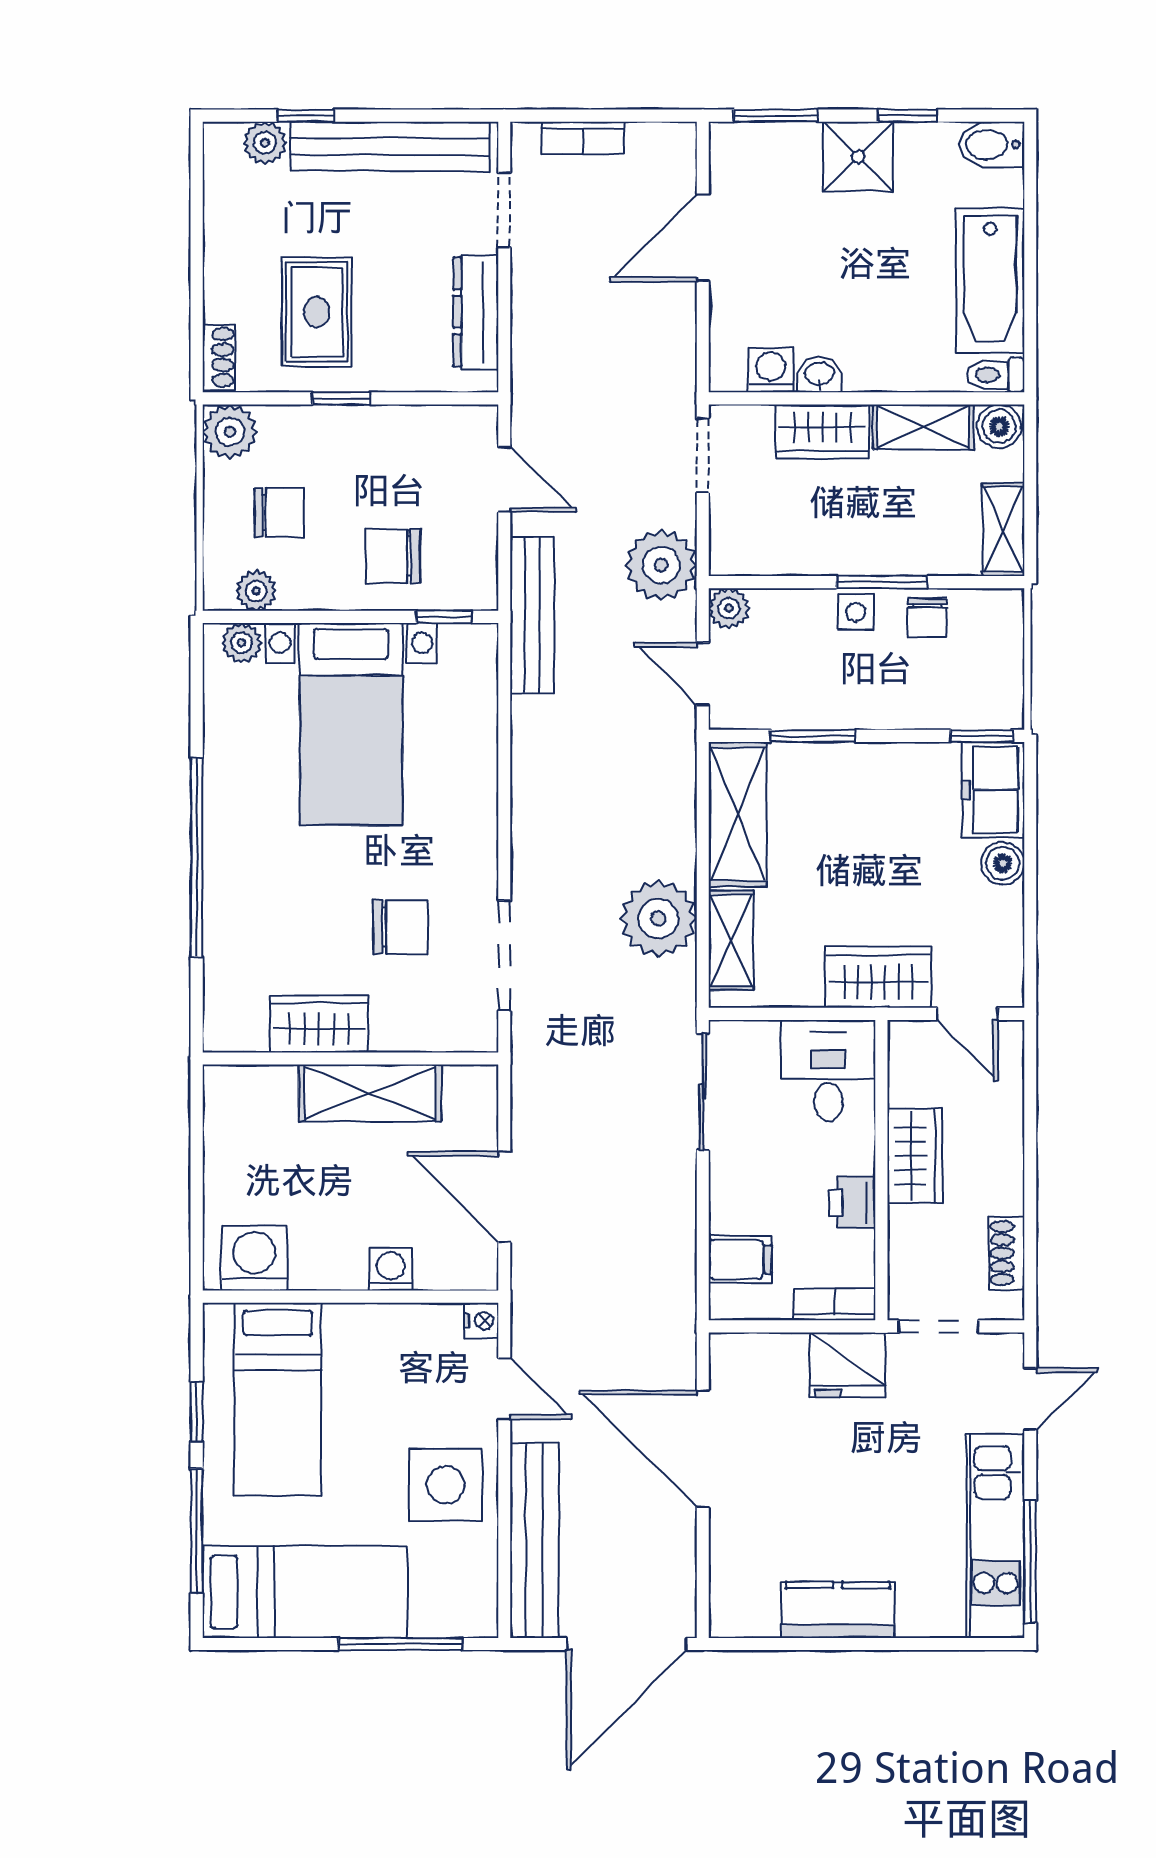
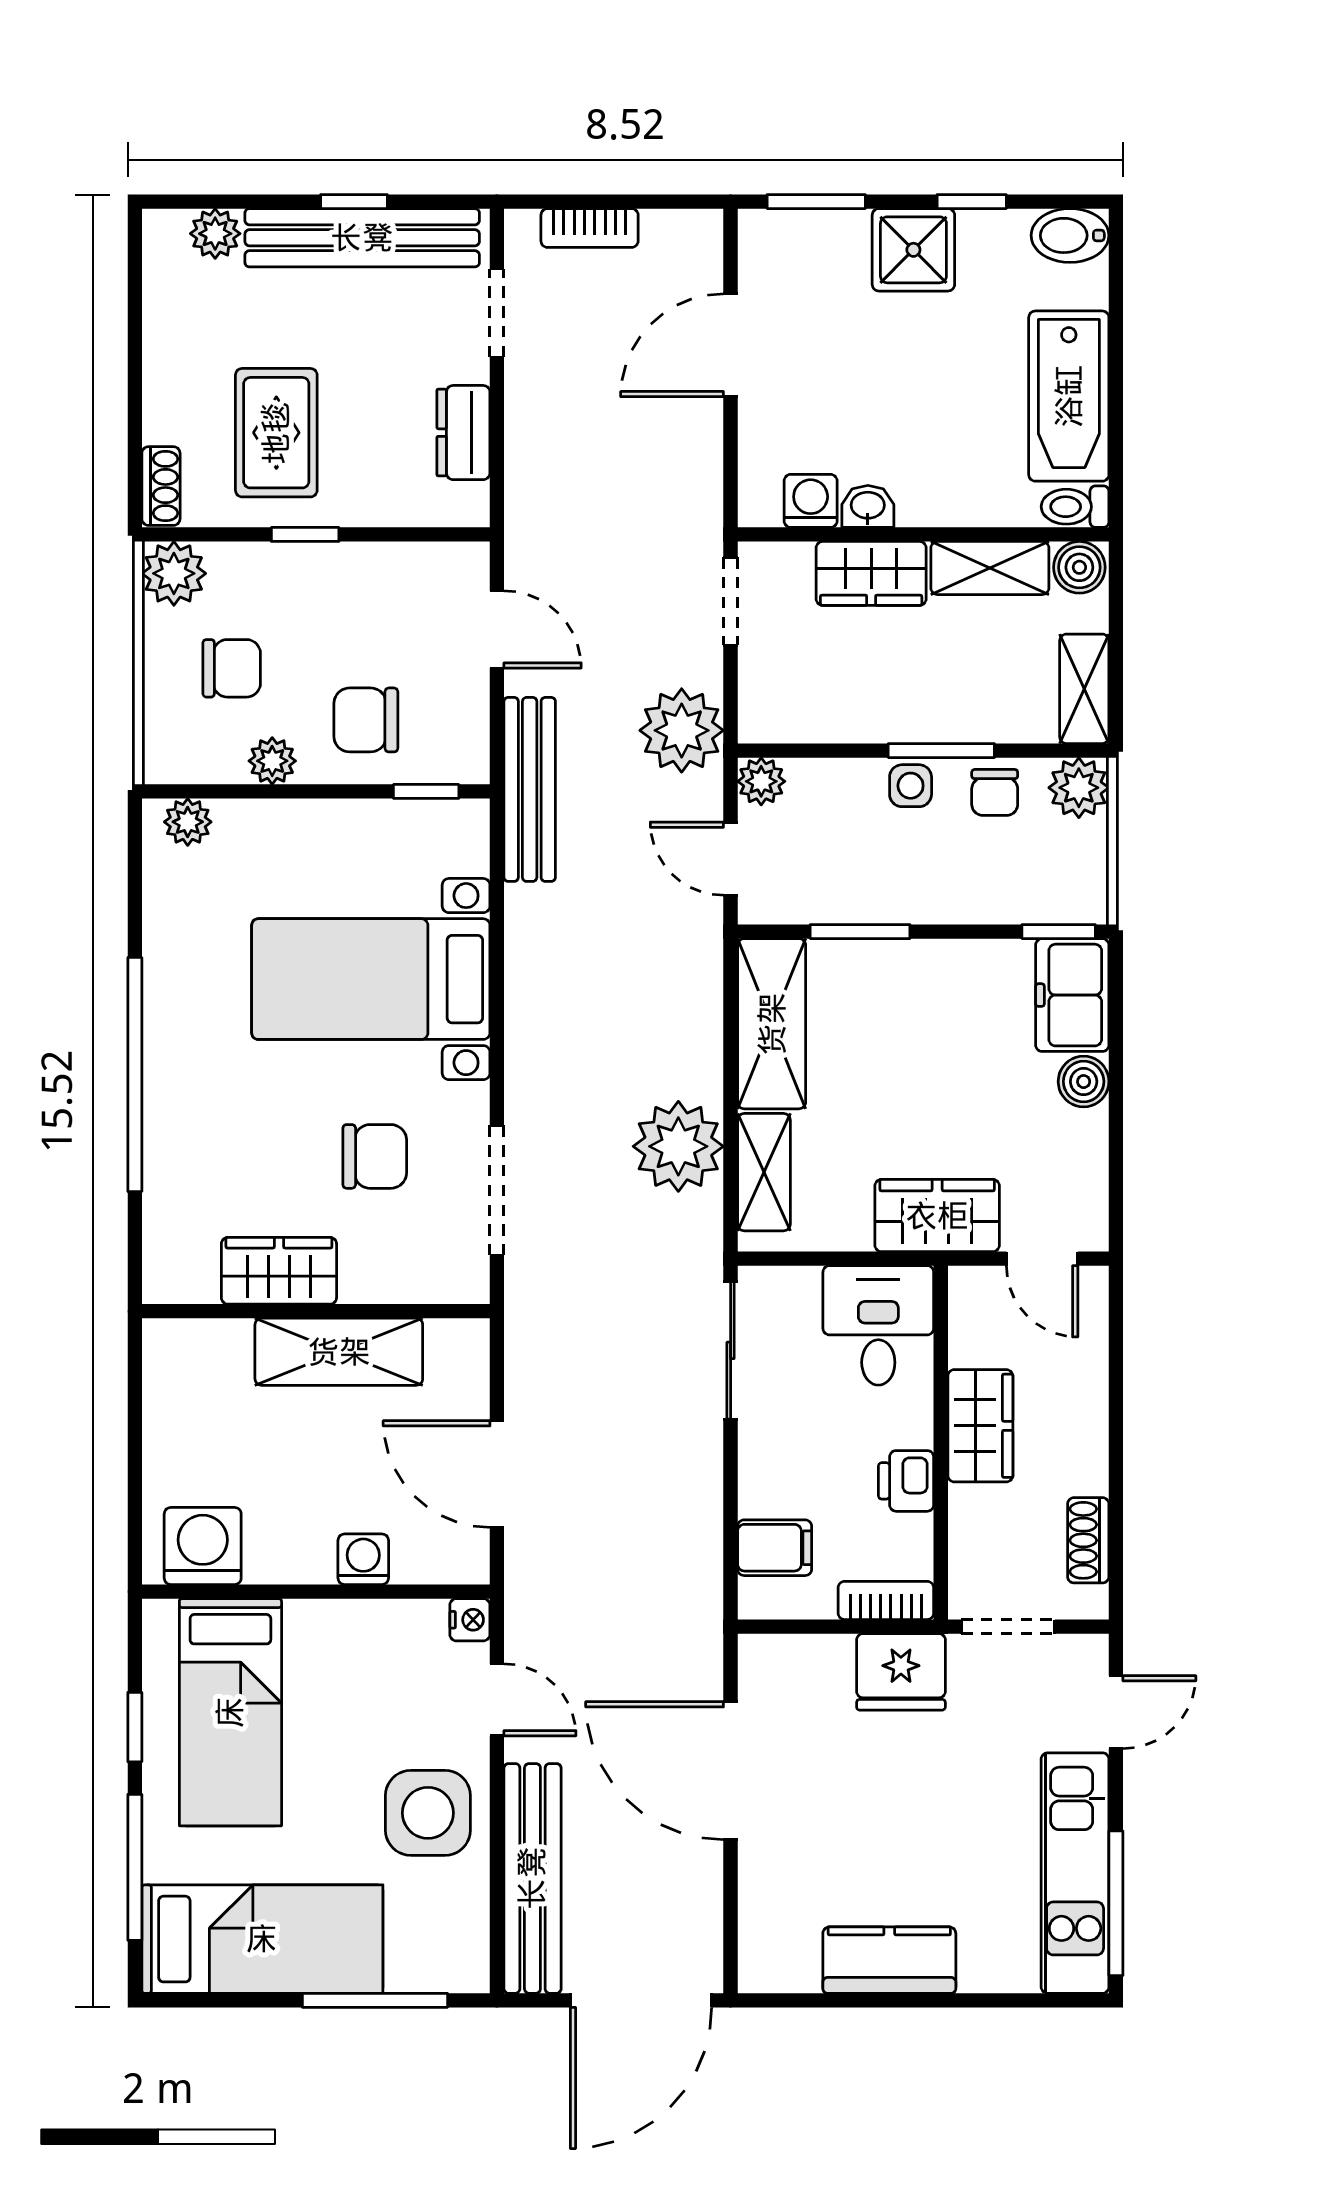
window: (306, 116) -> (354, 202), moved
dresser: (476, 312) -> (463, 433), width x0.70
plant: (256, 591) -> (272, 761), moved
plant: (999, 614) -> (1079, 788), added
bed with nightstands: (351, 724) -> (371, 979), moved, turned 90

